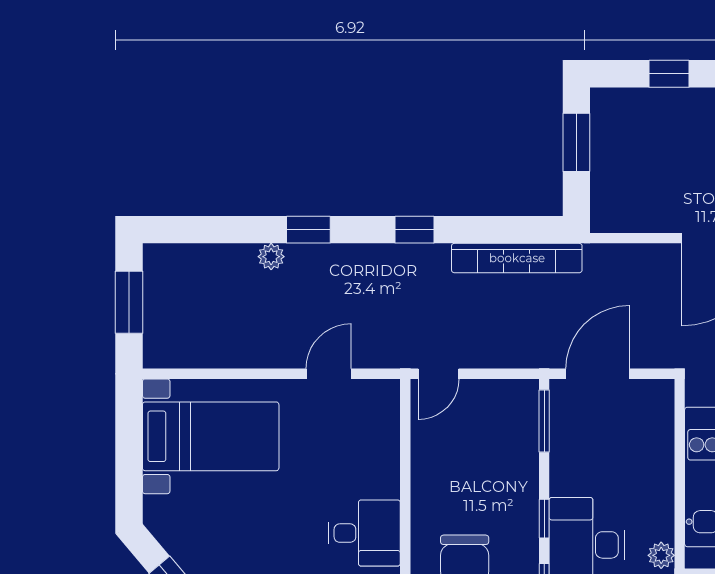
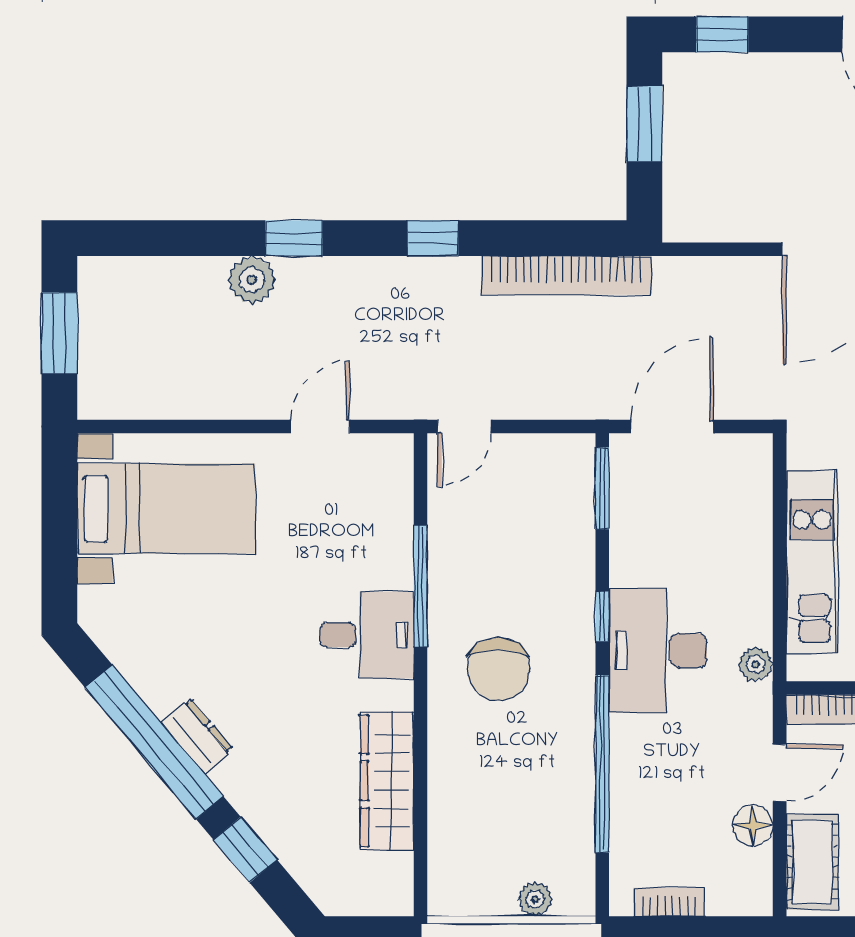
window: (669, 74) -> (722, 34), moved
plant: (271, 257) -> (252, 280), width x1.38, depth x1.38
window: (405, 495) -> (421, 586), added

